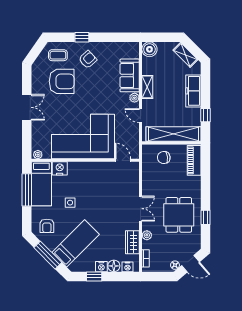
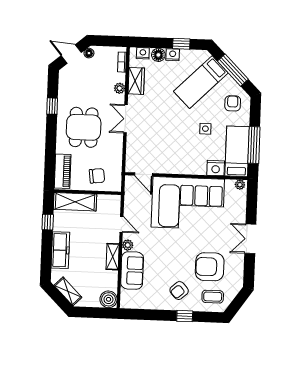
shelving: (173, 134) -> (75, 202), width x0.68
dining table: (179, 215) -> (84, 127), moved

